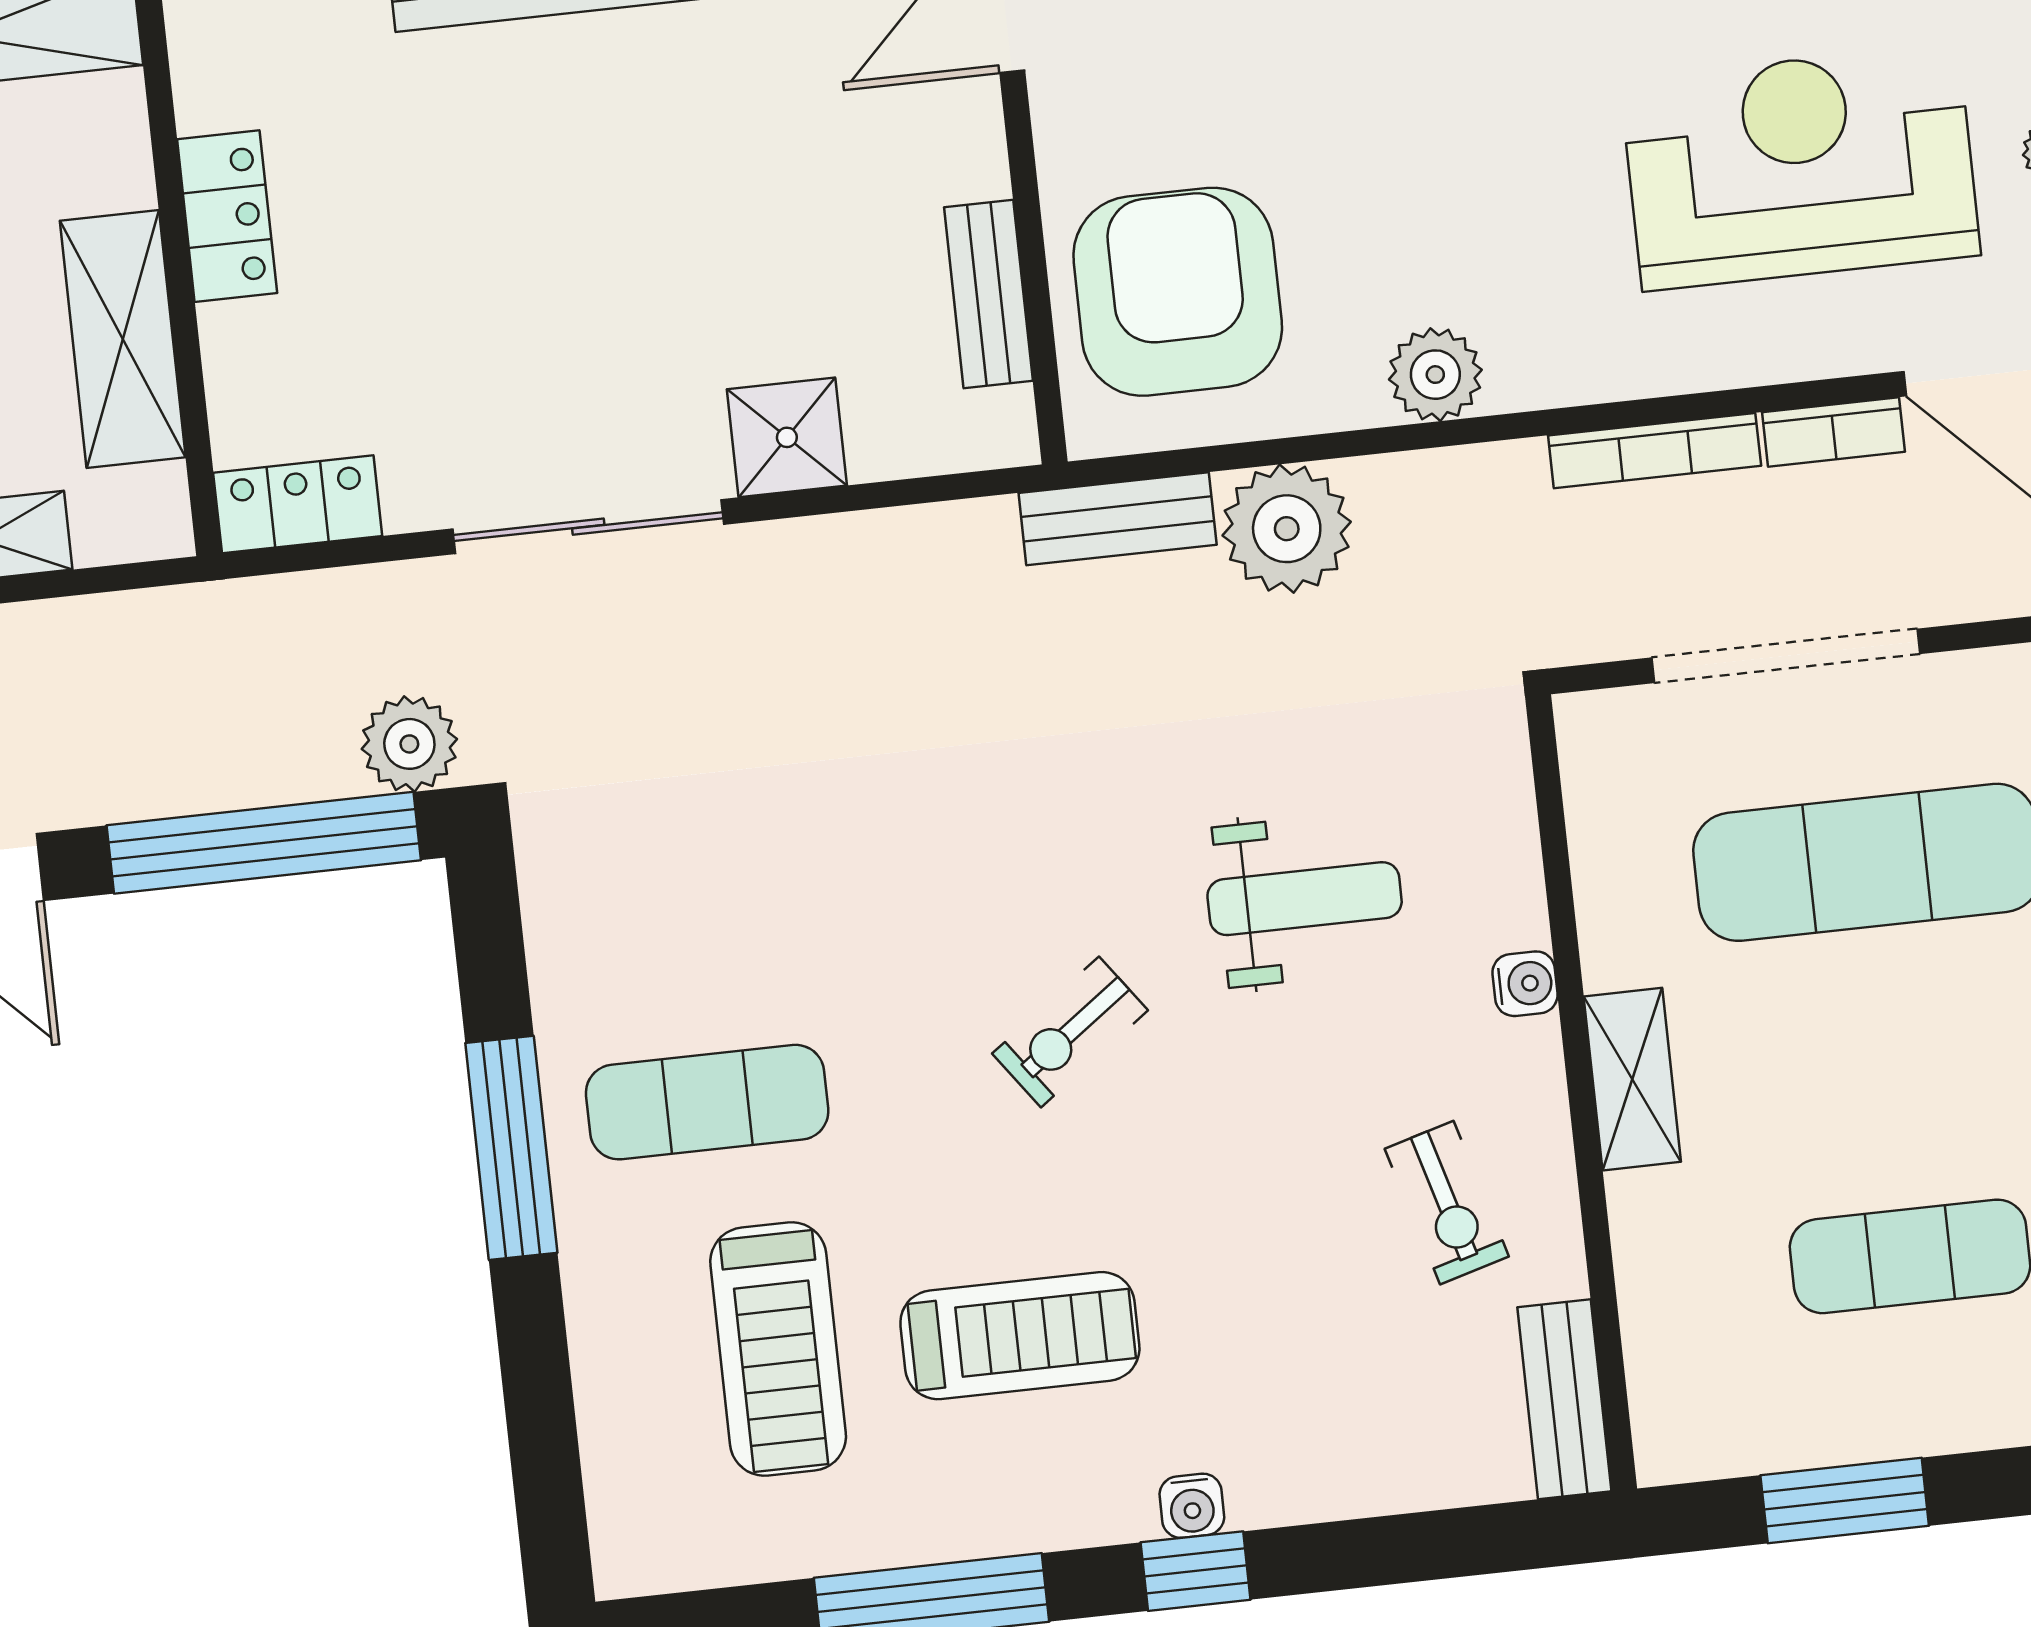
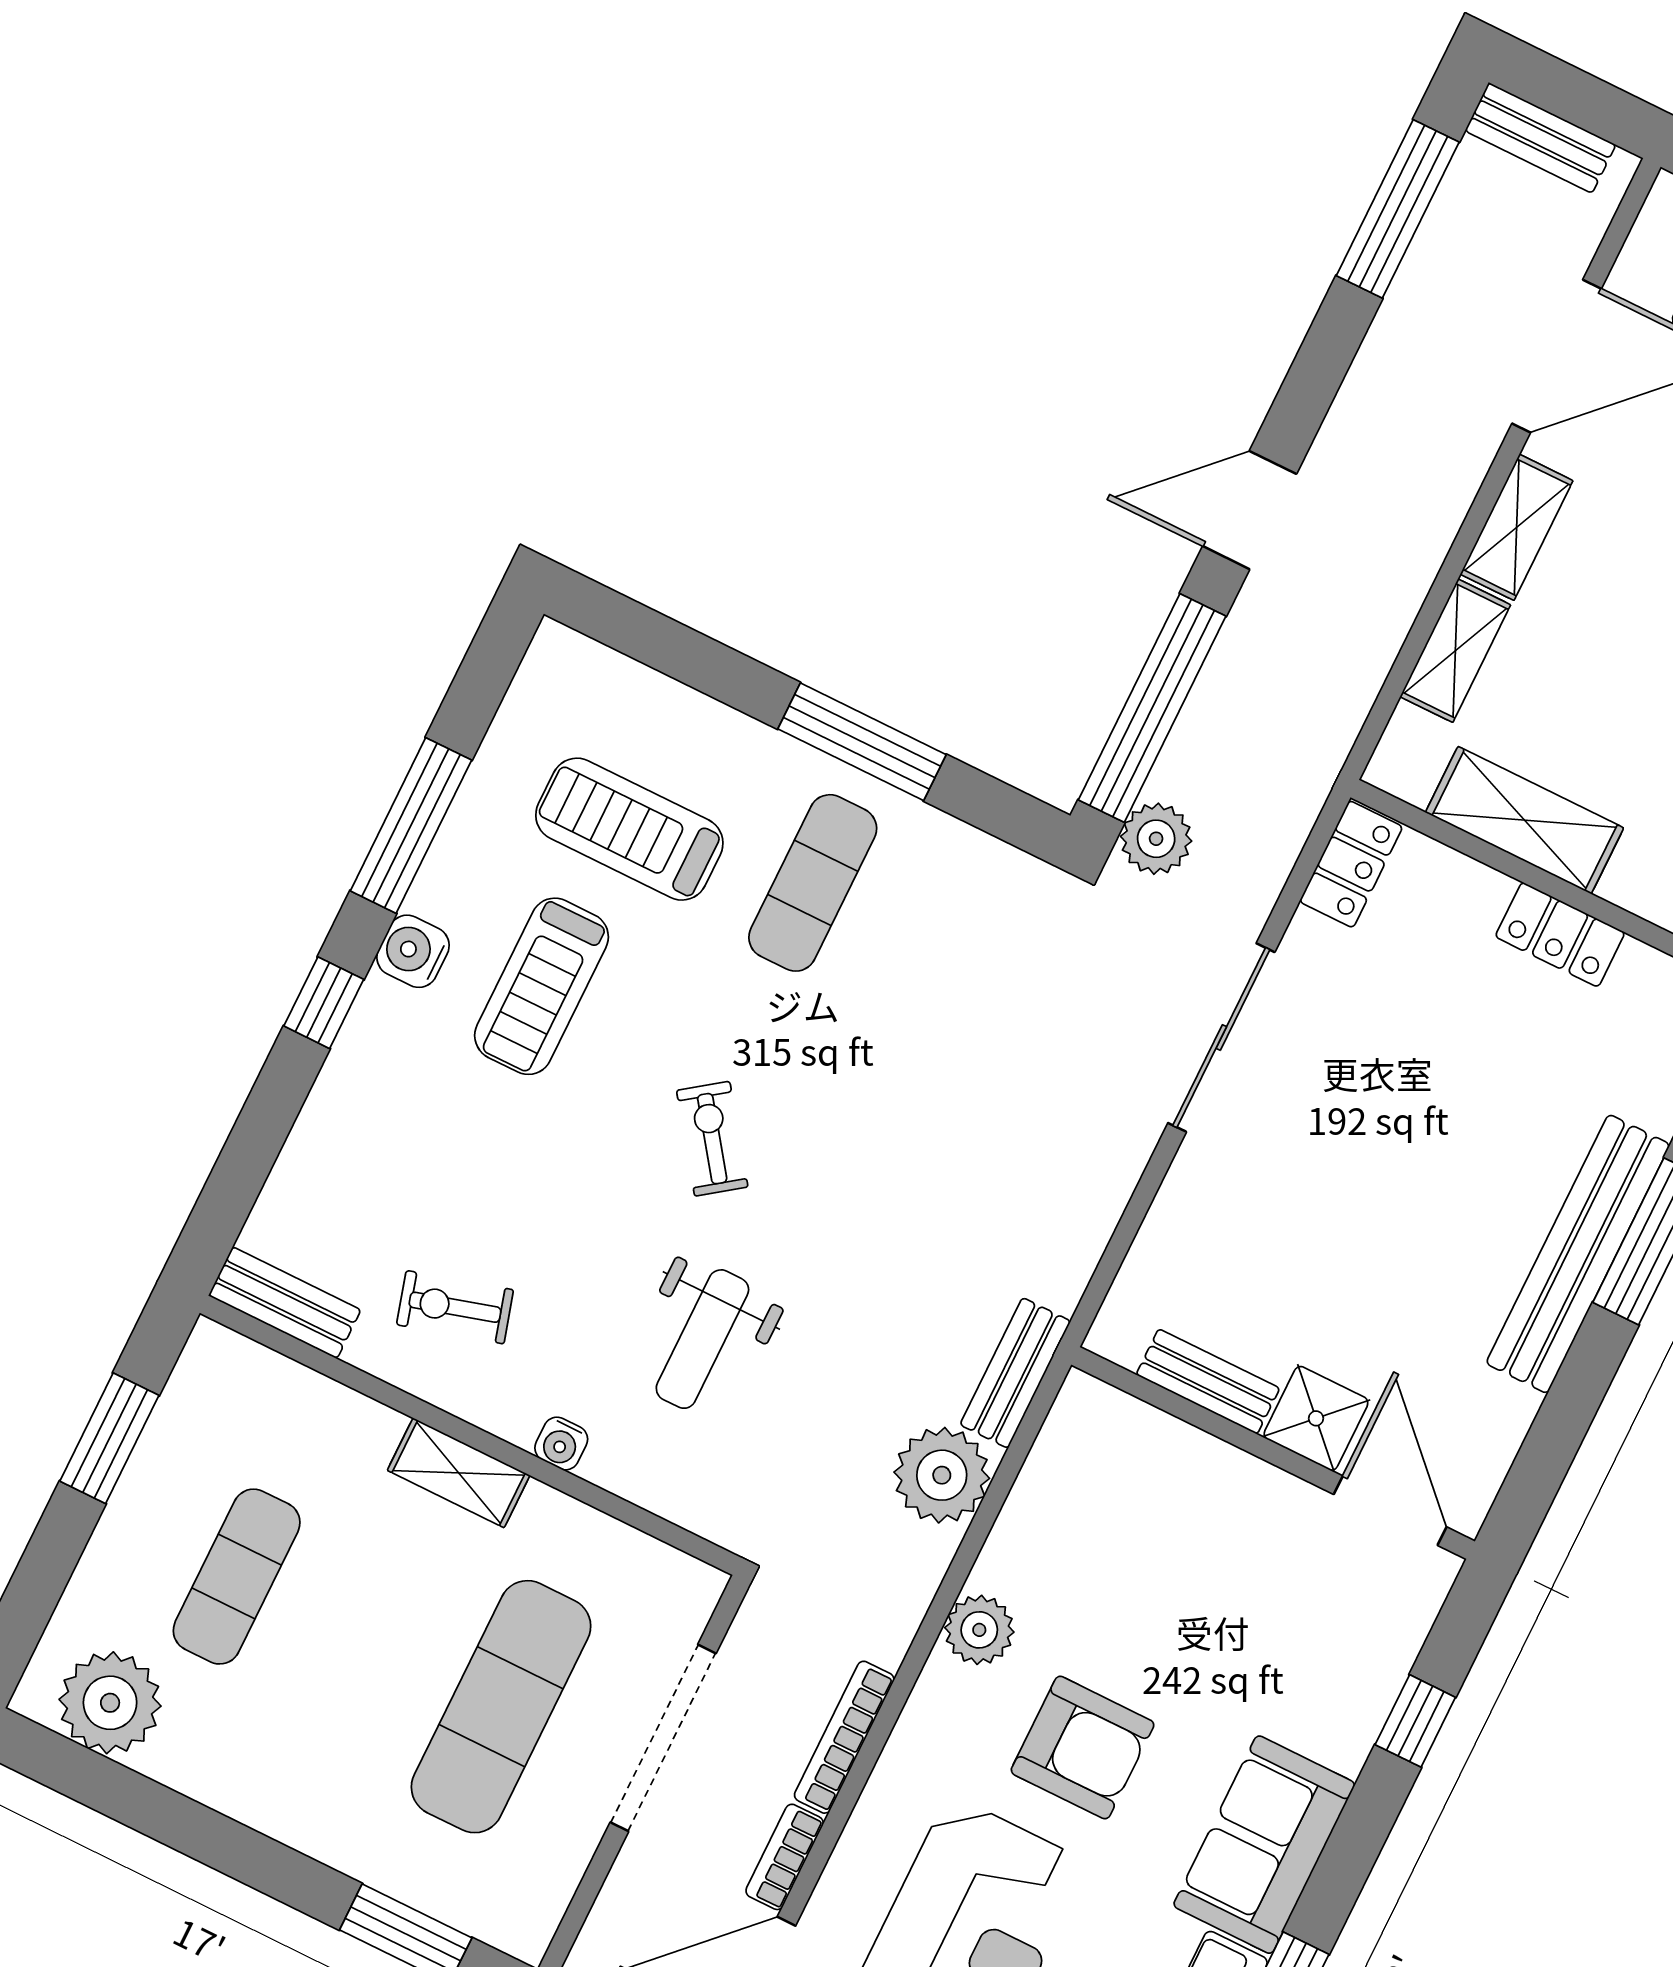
armchair: (1178, 292) -> (1083, 1748), moved, width x0.73, depth x0.73
shower: (787, 437) -> (1316, 1418), moved
water cooler: (1192, 1506) -> (413, 951), moved, width x1.38, depth x1.38

